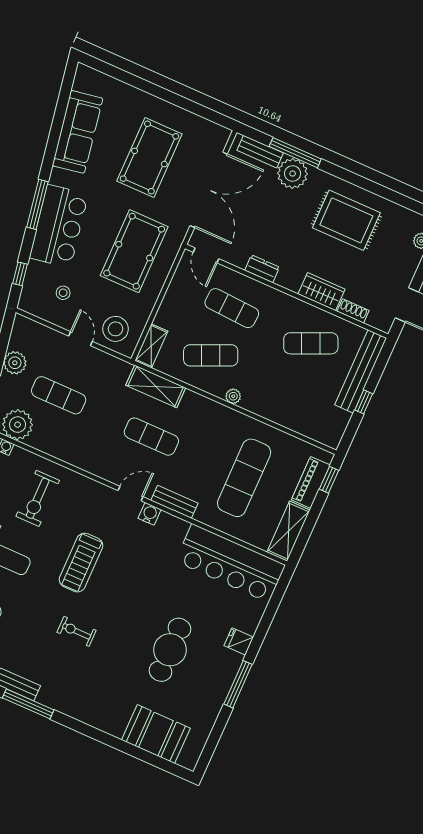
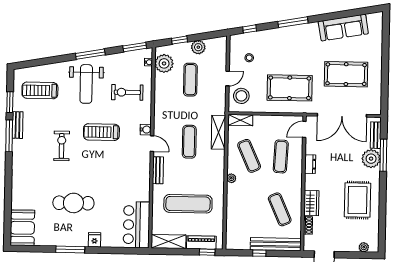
bar counter: (59, 226) -> (286, 39), removed
water cooler: (150, 514) -> (146, 130), moved
bar counter: (230, 563) -> (136, 225), width x0.73
exercise bike: (77, 631) -> (62, 146), width x1.38, depth x1.39
booth: (156, 734) -> (22, 228), moved

